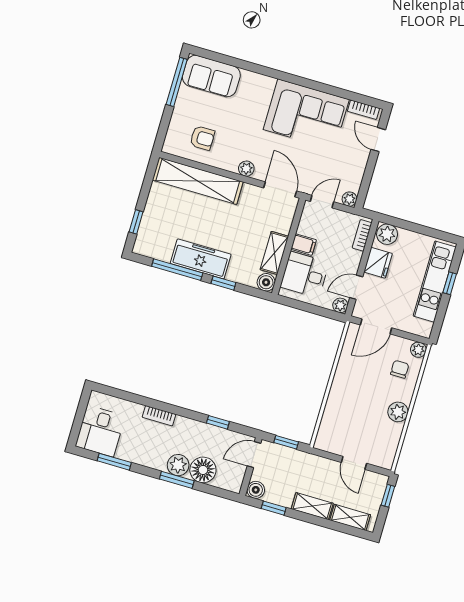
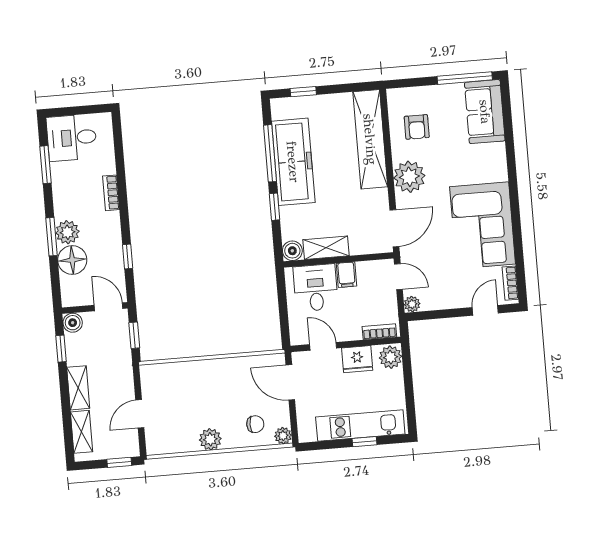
plant: (246, 169) -> (409, 177), width x1.87, depth x1.87
freezer: (201, 259) -> (293, 162), width x1.36, depth x1.26
plant: (340, 305) -> (298, 337), removed

